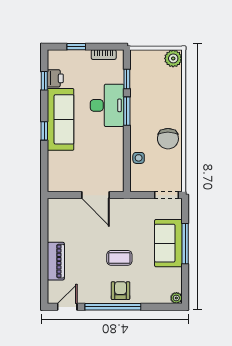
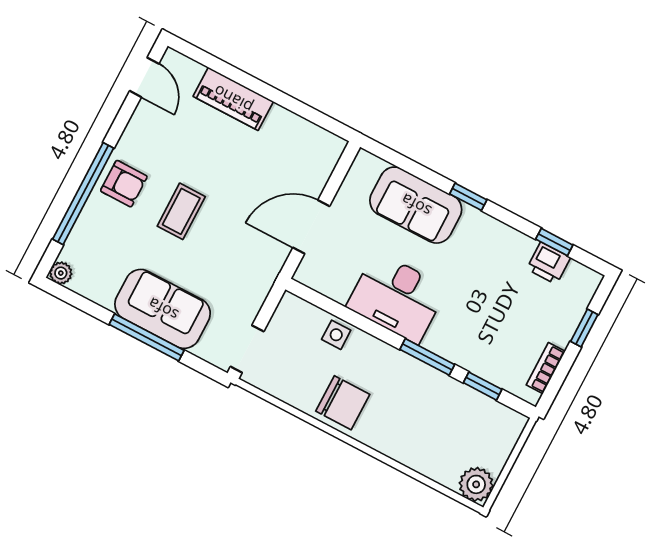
desk: (107, 105) -> (397, 297), moved
sofa: (61, 119) -> (416, 205), moved, width x0.73
chair: (168, 139) -> (343, 403), turned 180
window: (113, 307) -> (83, 194), moved

